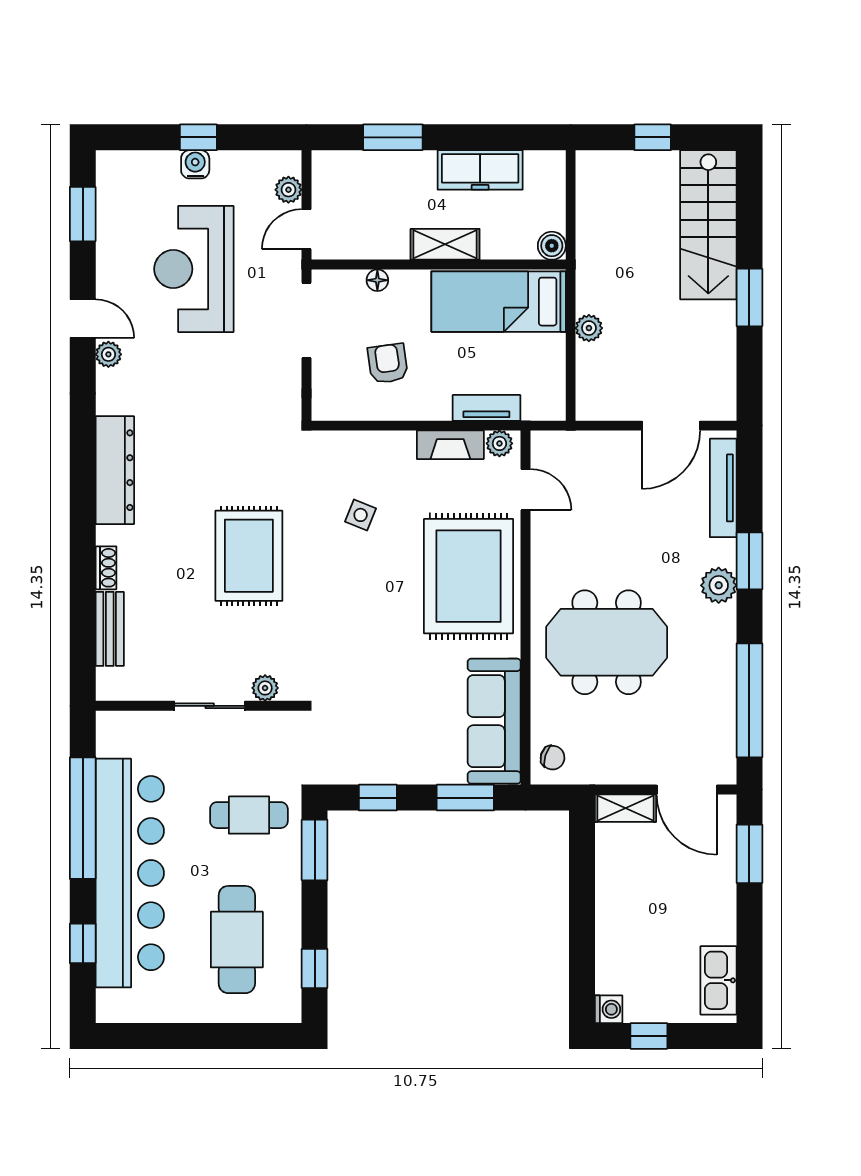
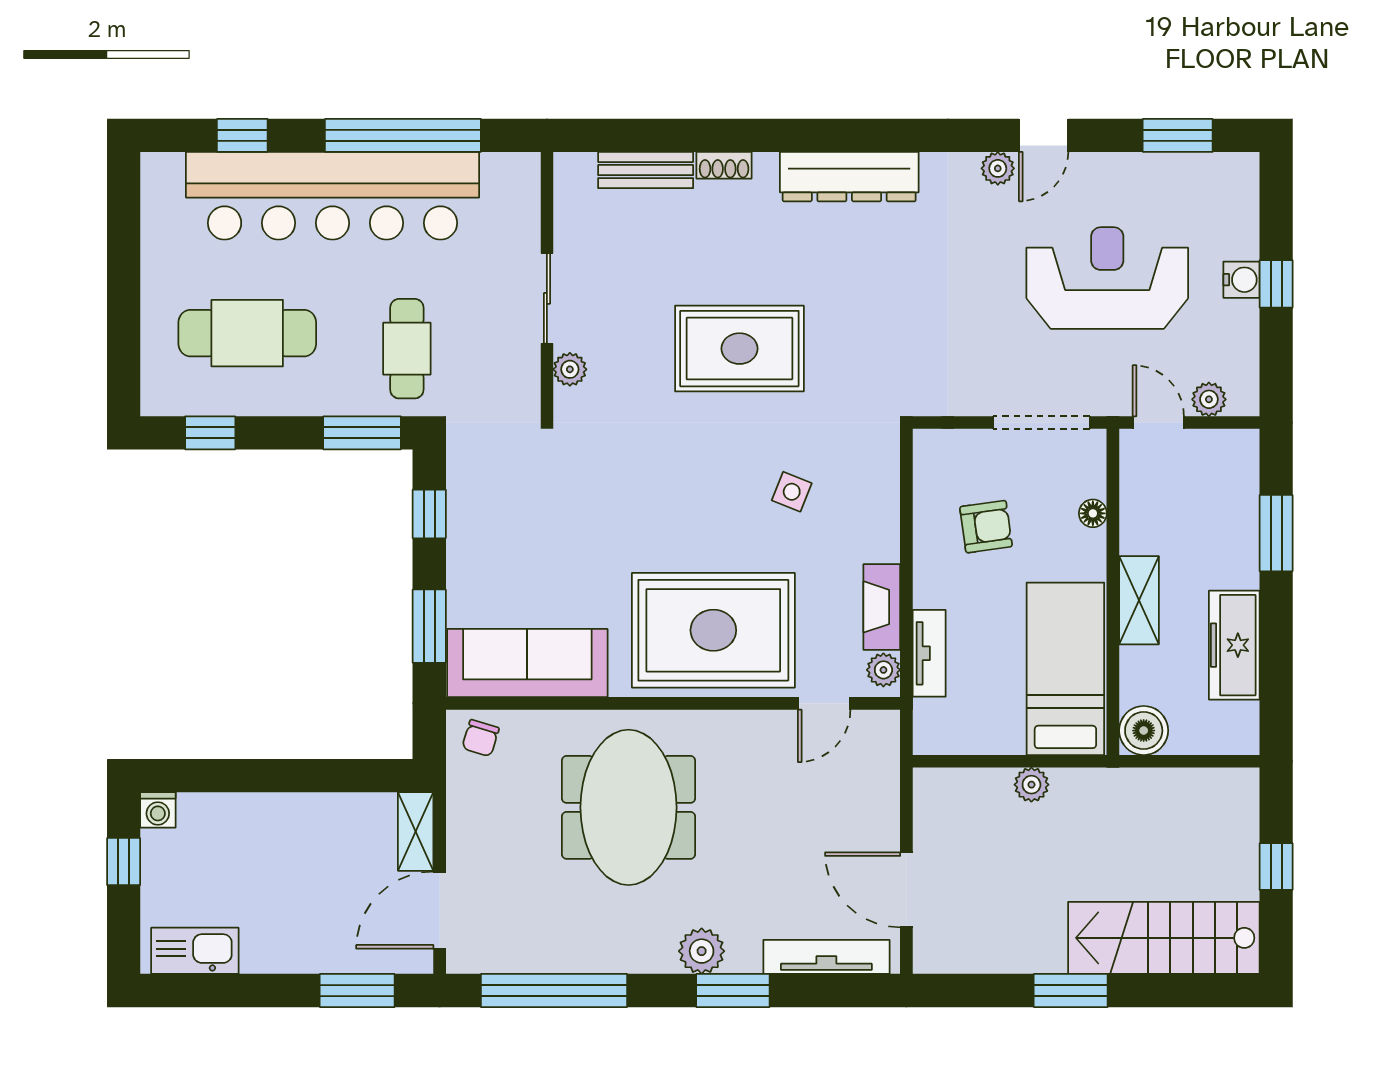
boiler: (552, 246) -> (1144, 731), width x1.36, depth x1.36

